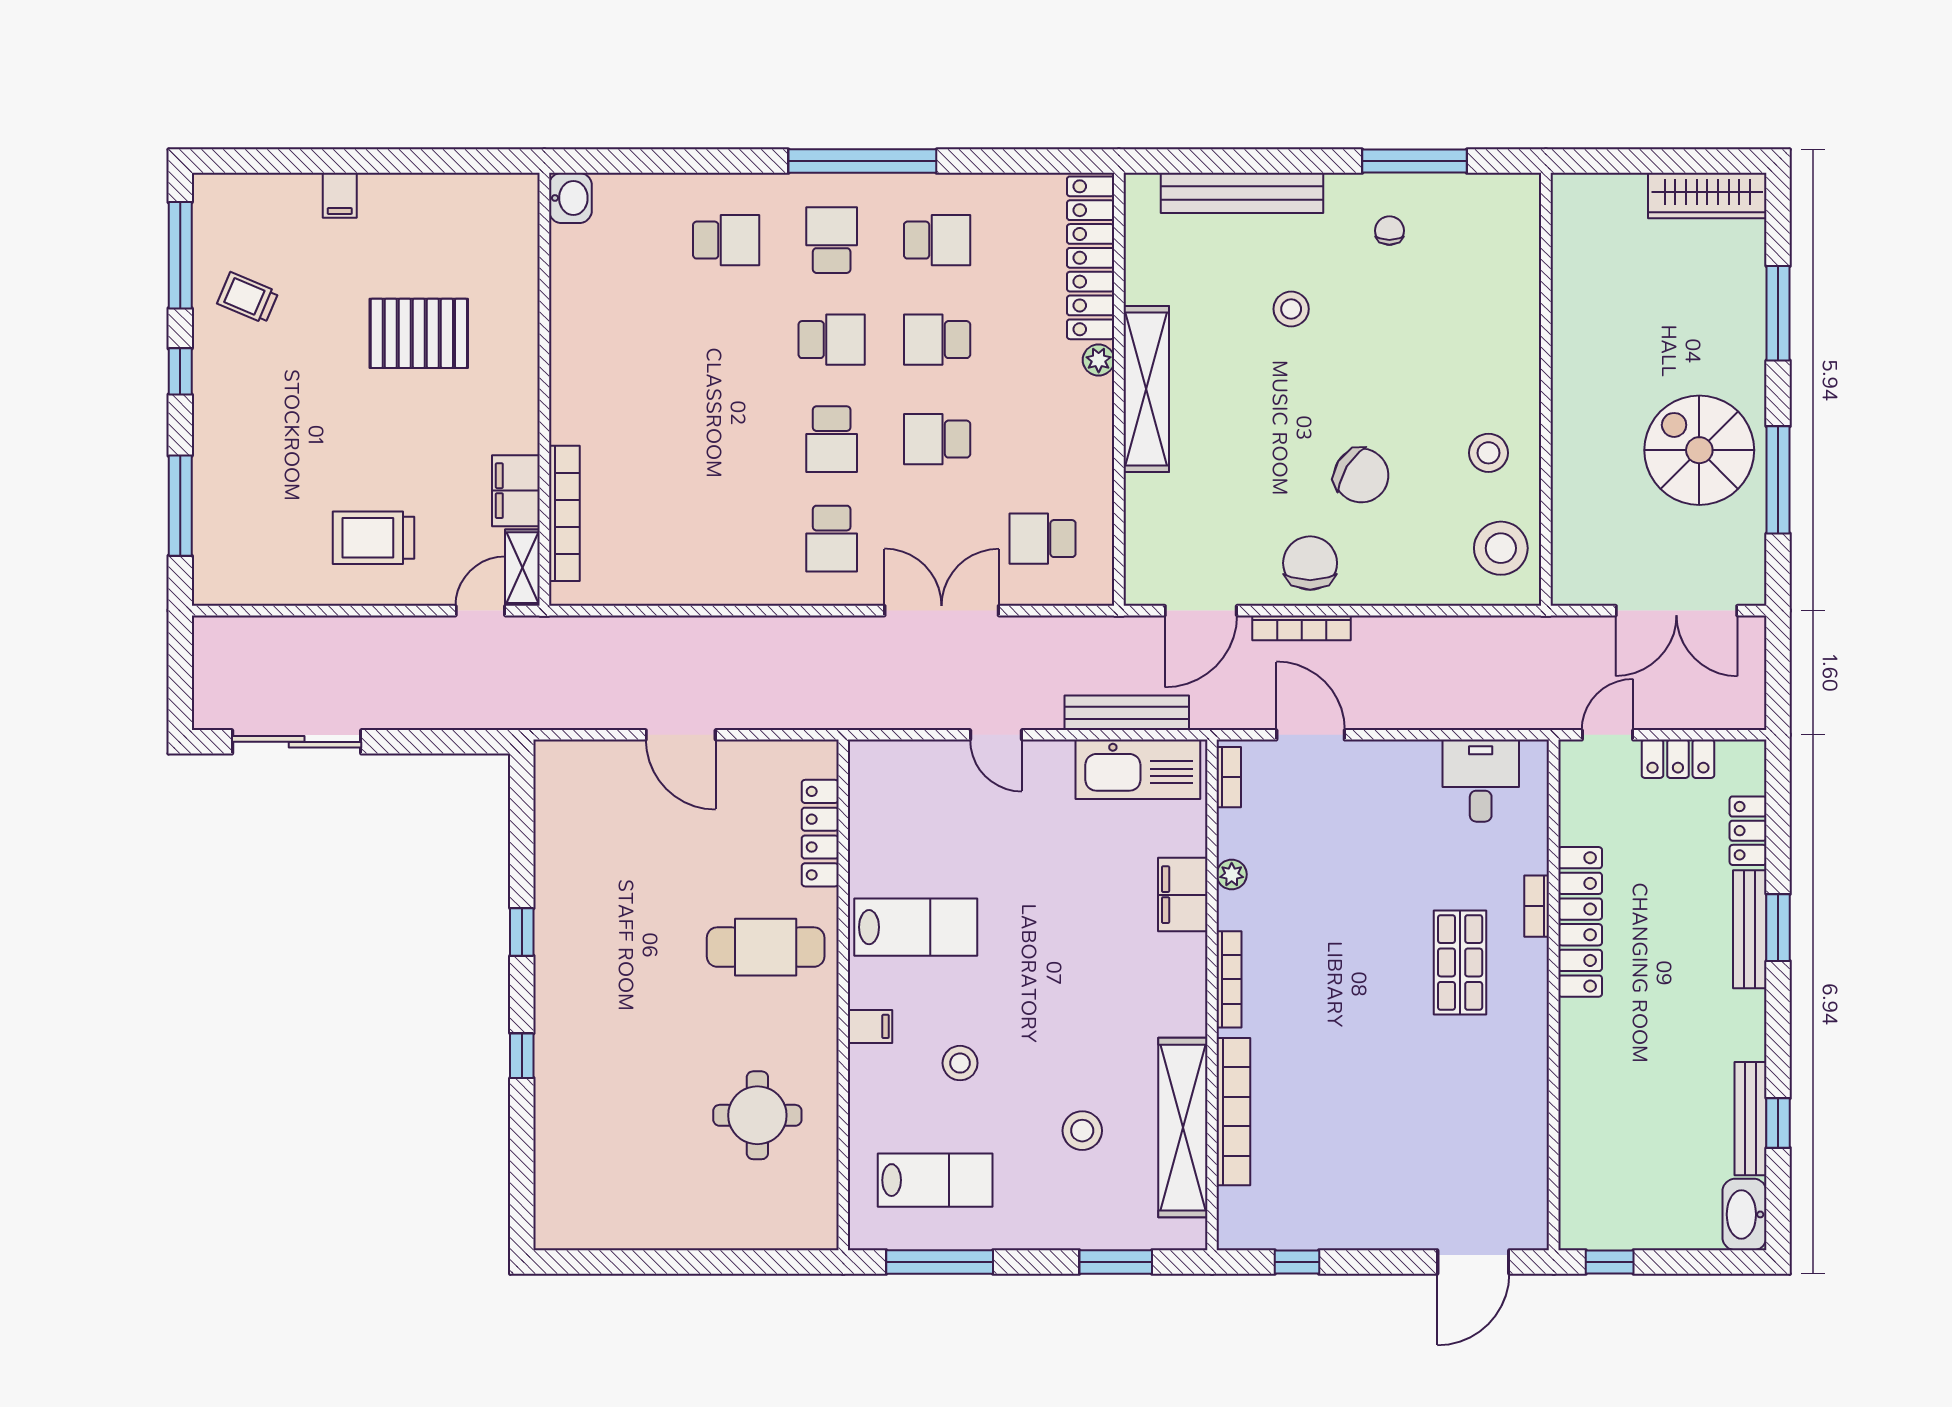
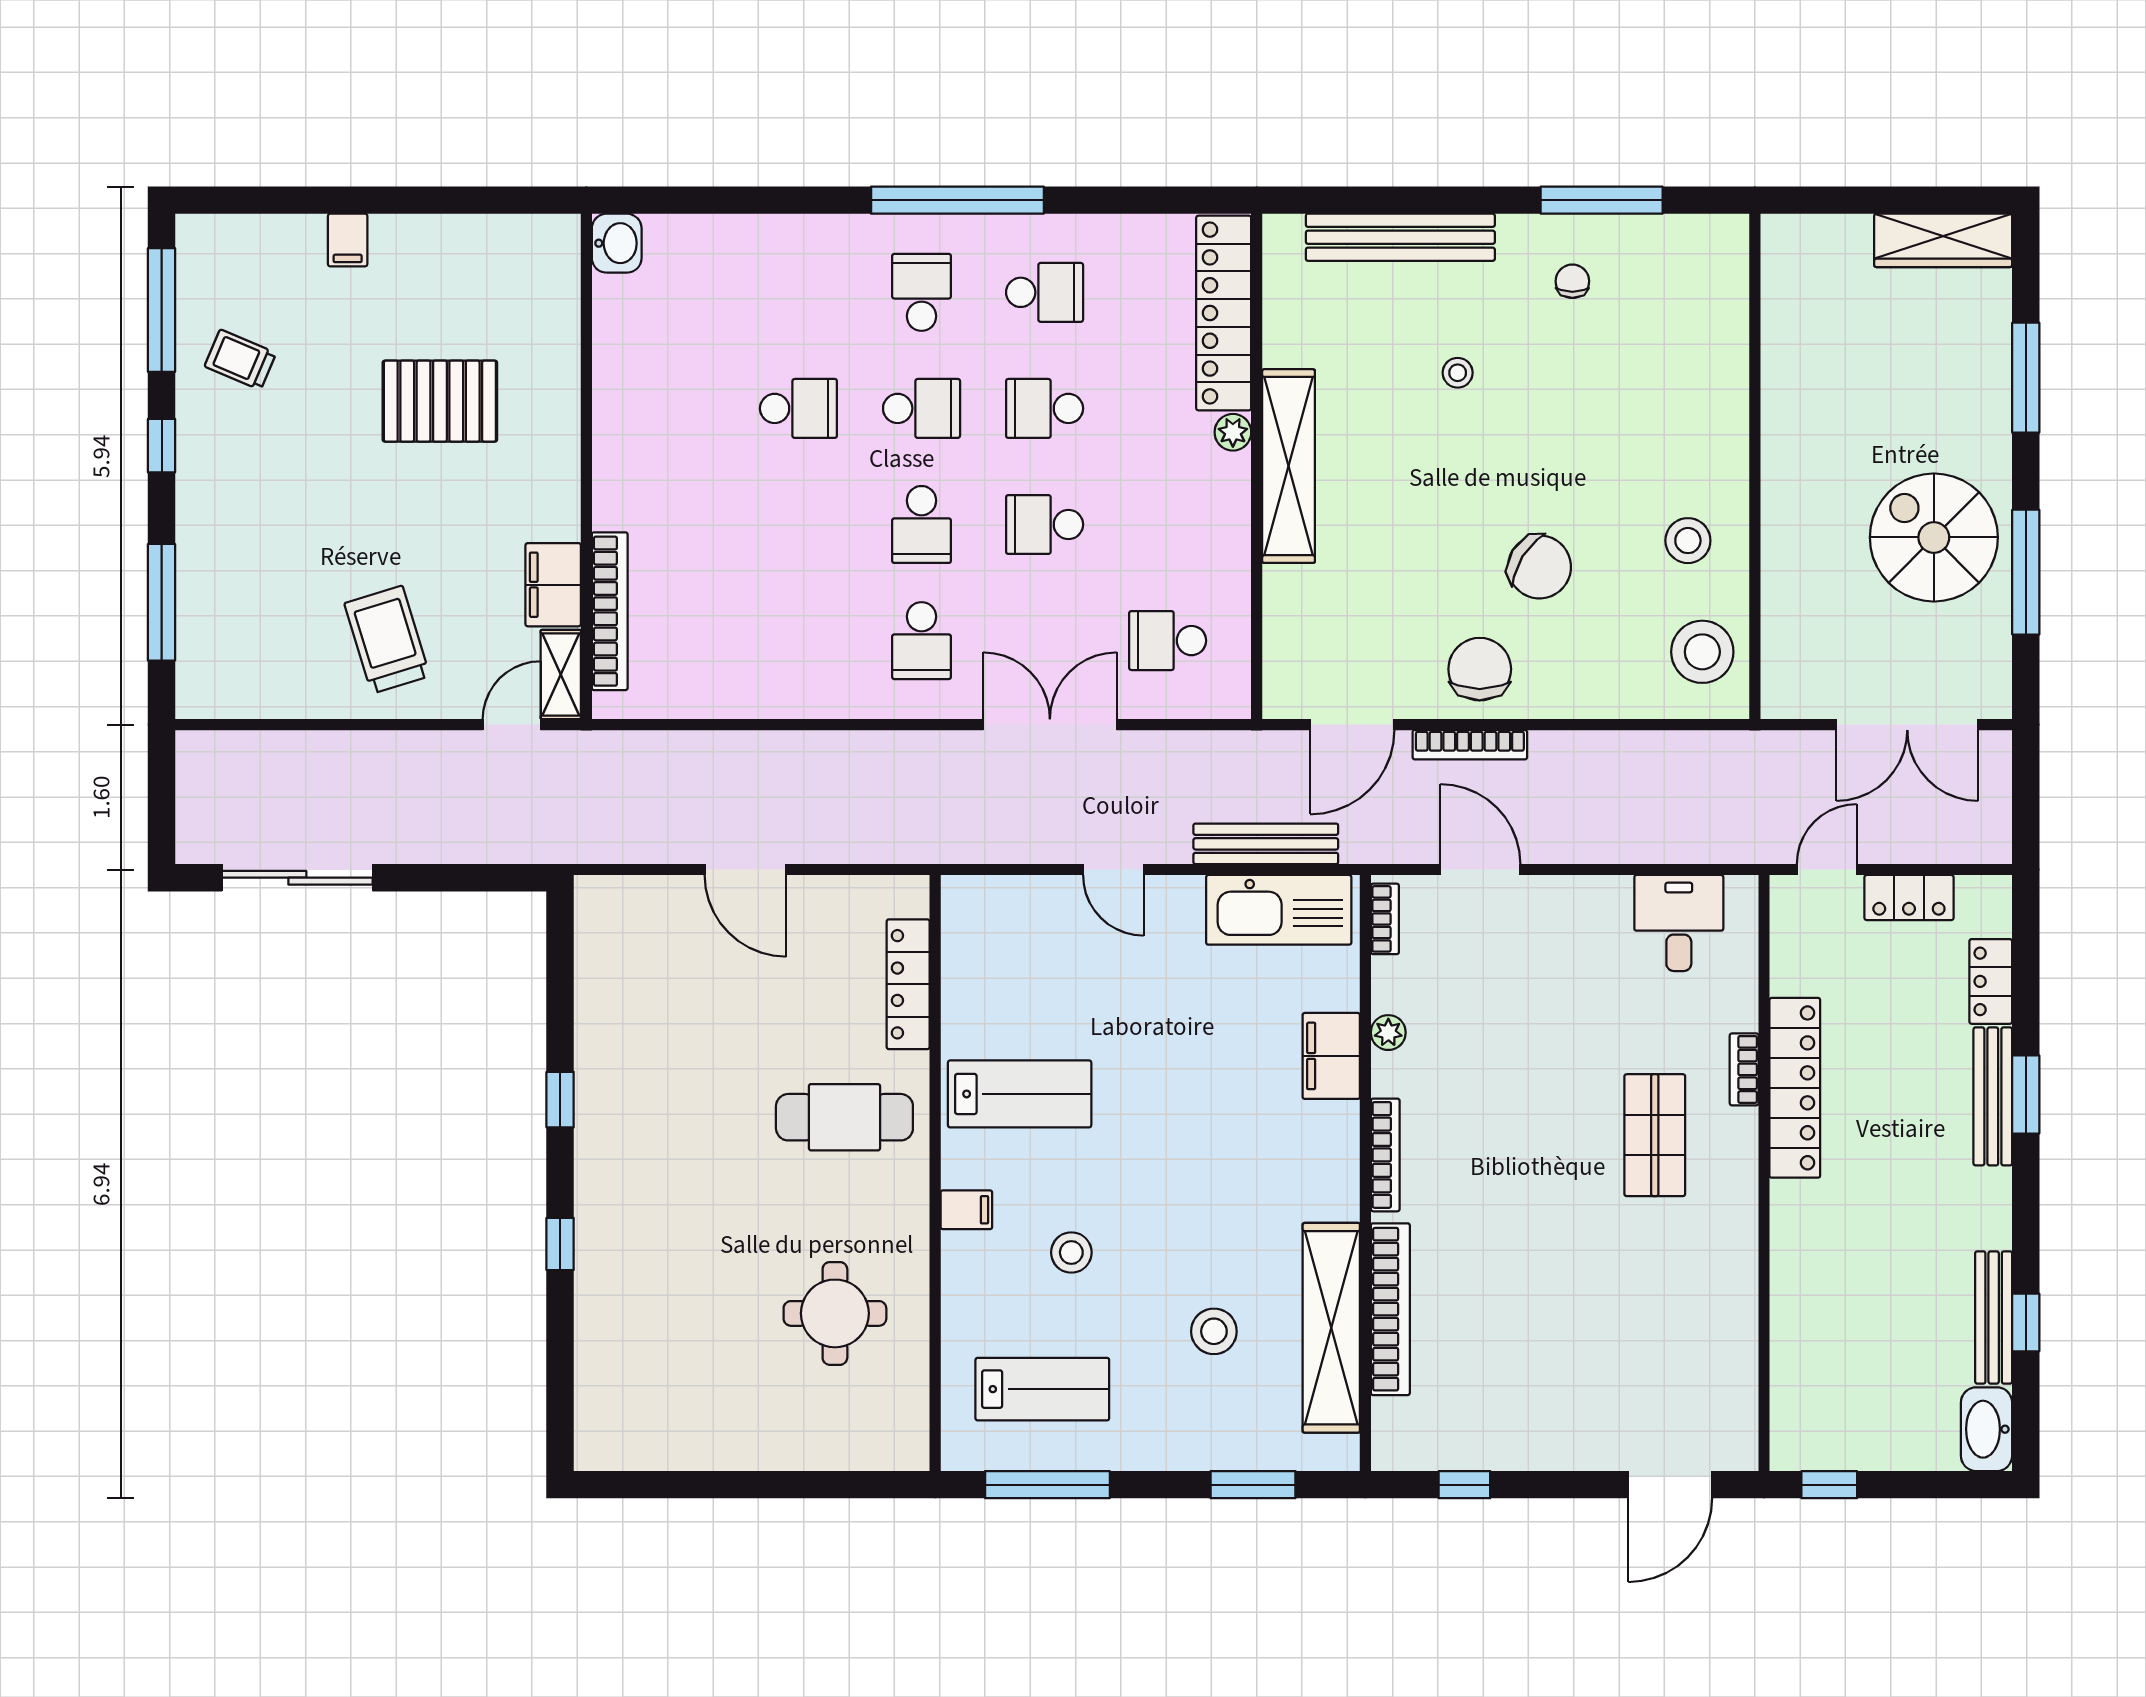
school desk: (726, 240) -> (798, 408), moved
stool: (1291, 309) -> (1458, 373), width x0.73, depth x0.73
trolley: (374, 538) -> (387, 640), turned 73

